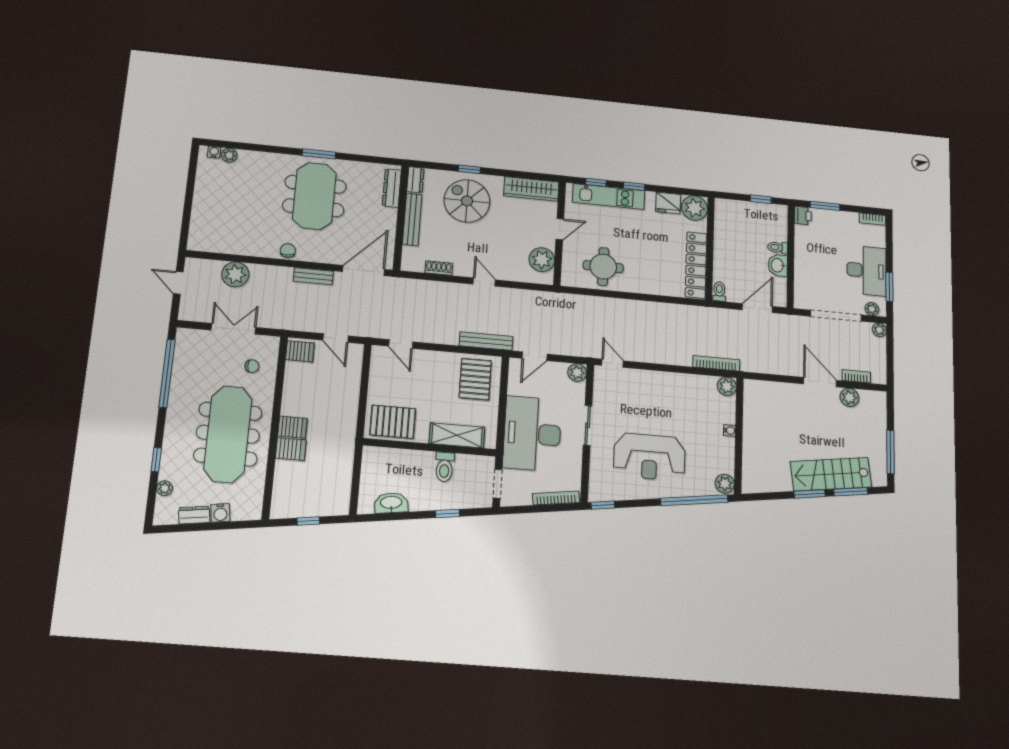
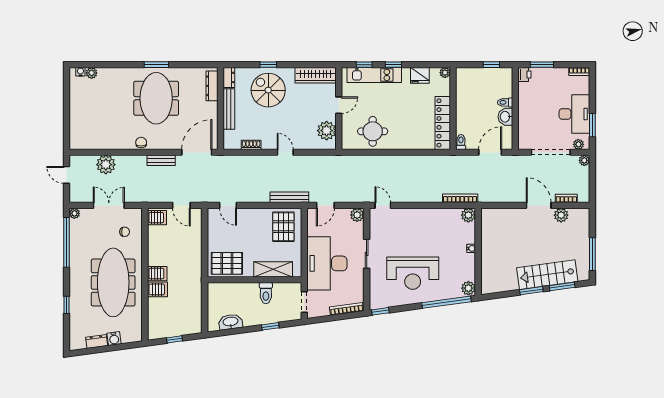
plant: (694, 208) -> (445, 73), width x0.53, depth x0.53
plant: (165, 488) -> (74, 213), moved

